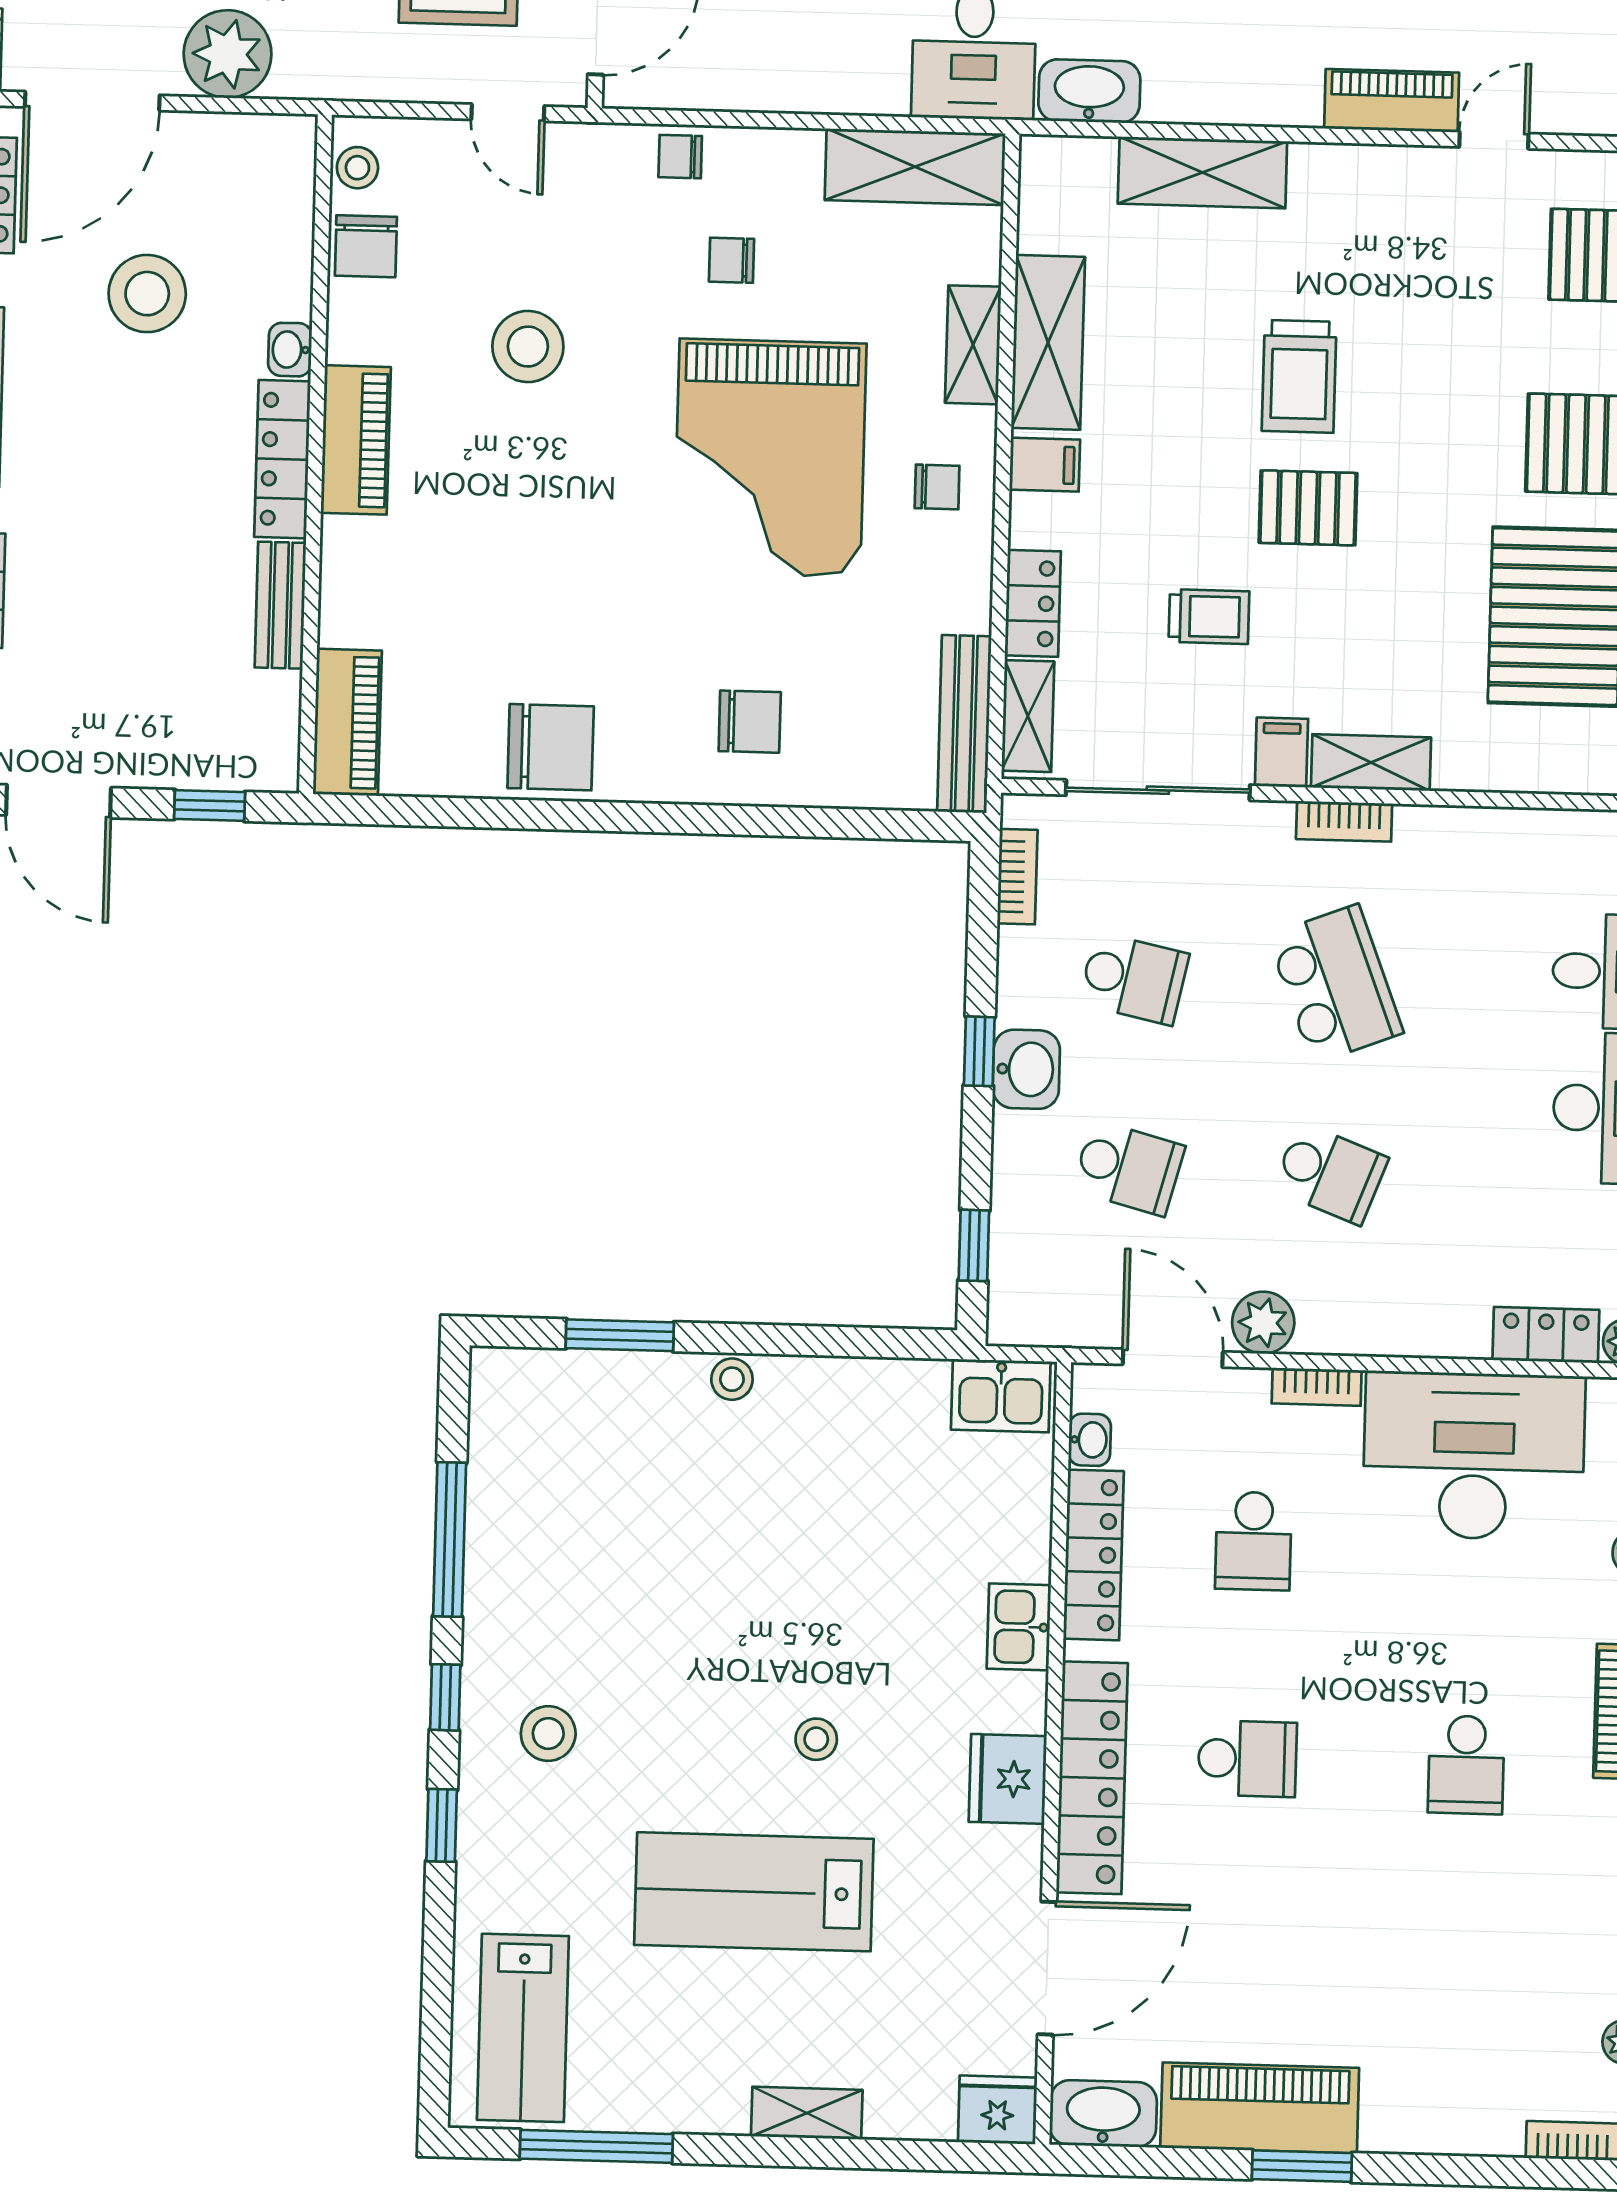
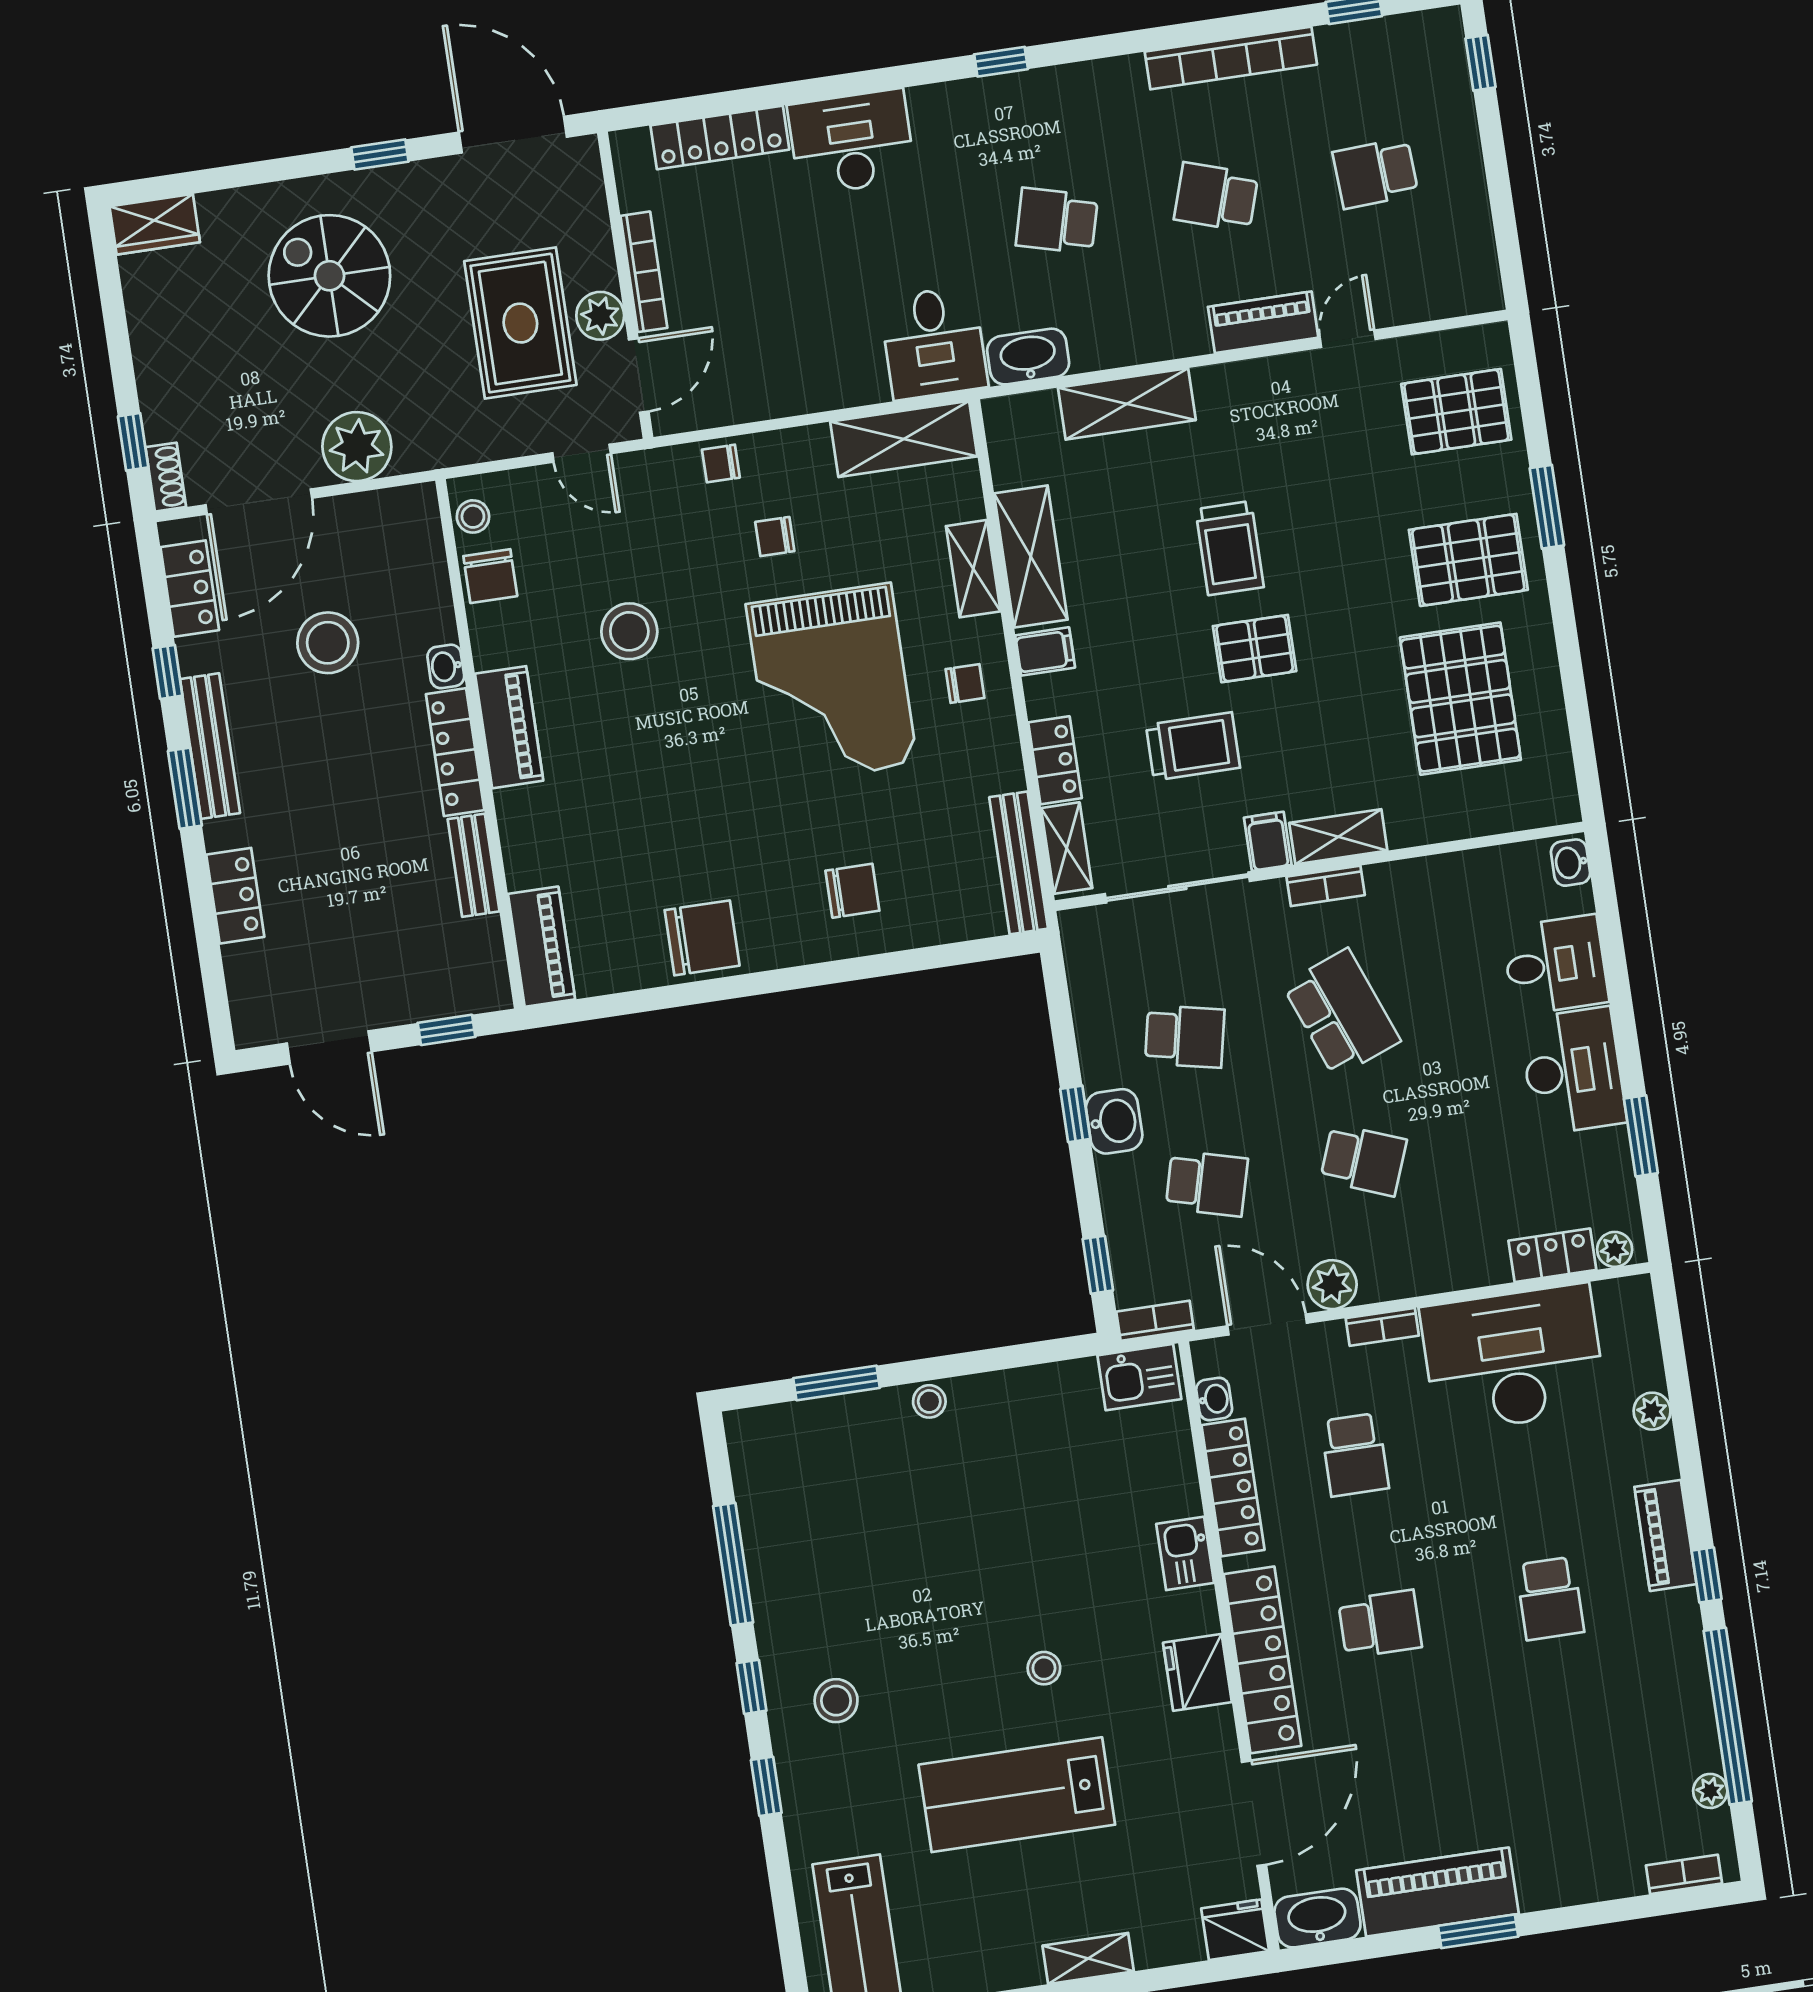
trolley: (1209, 617) -> (1193, 746), width x1.36, depth x1.39
bookcase: (1017, 877) -> (1155, 1321), moved, turned -90

